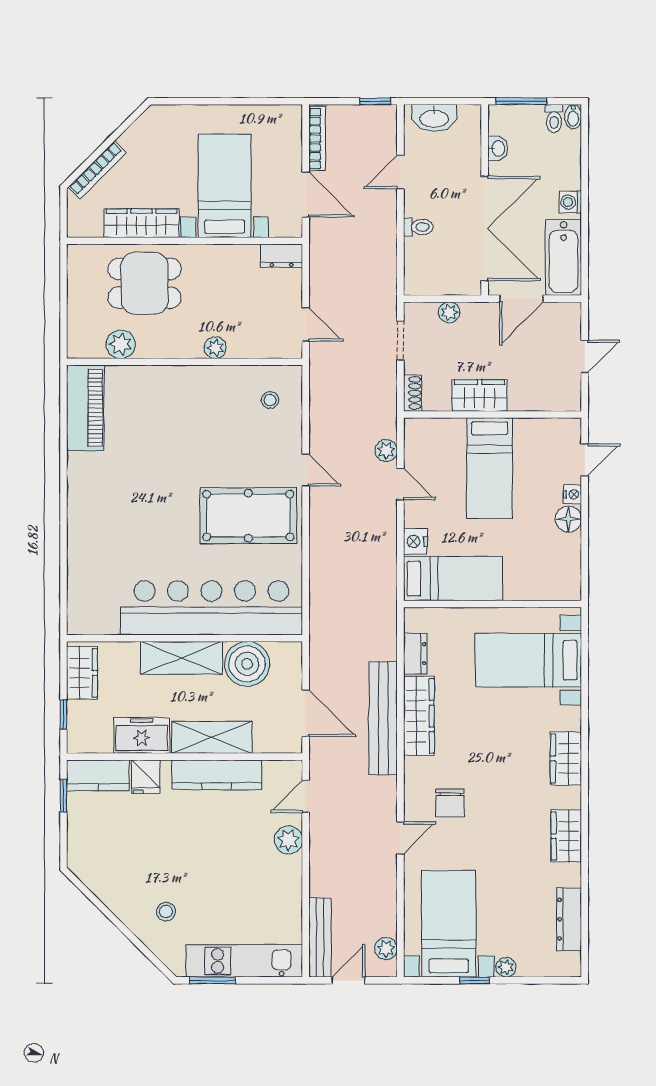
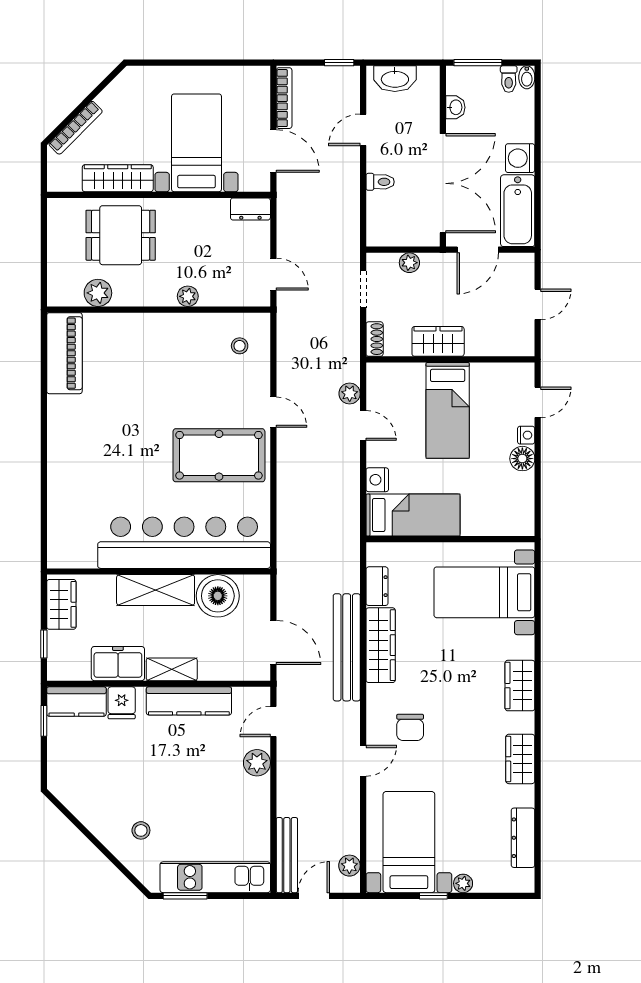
washing machine: (570, 202) -> (520, 158), width x1.38, depth x1.38
shelving: (212, 737) -> (172, 669), width x0.67, depth x0.75

